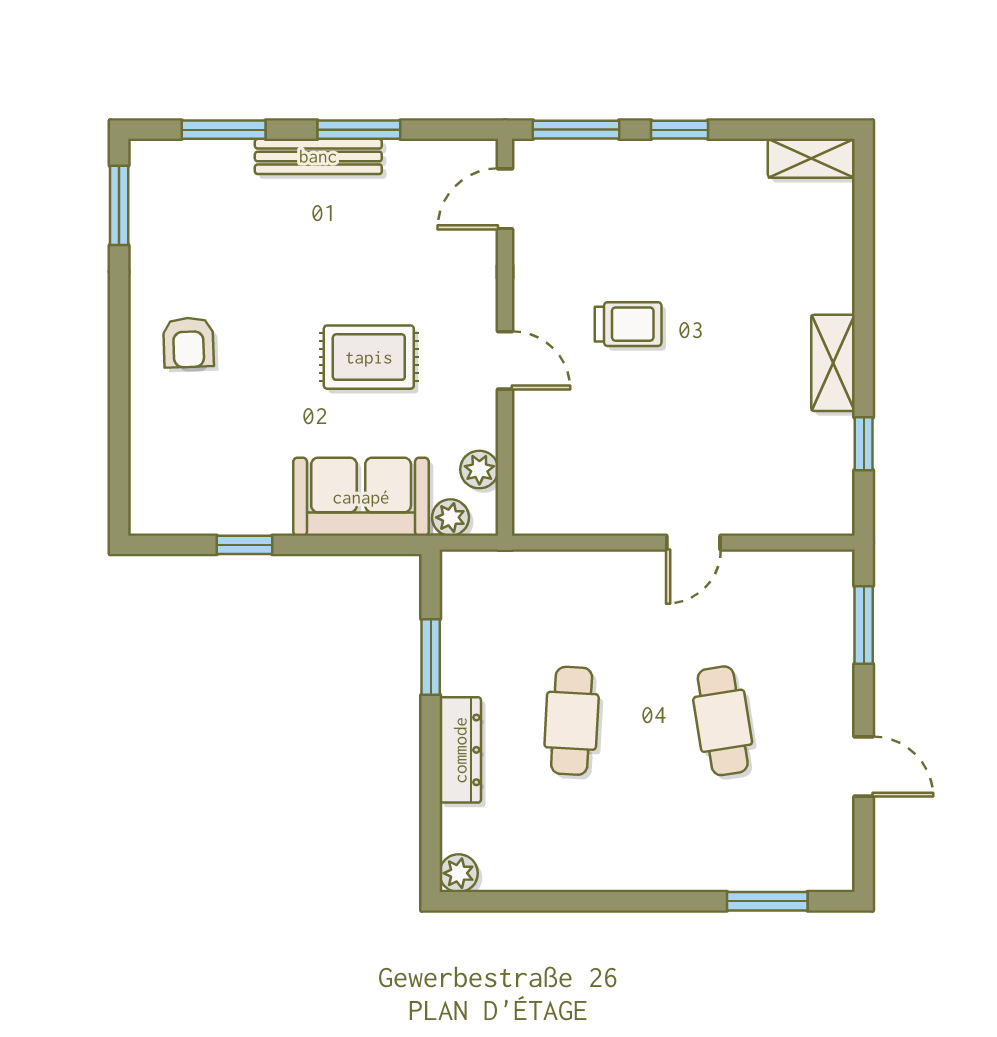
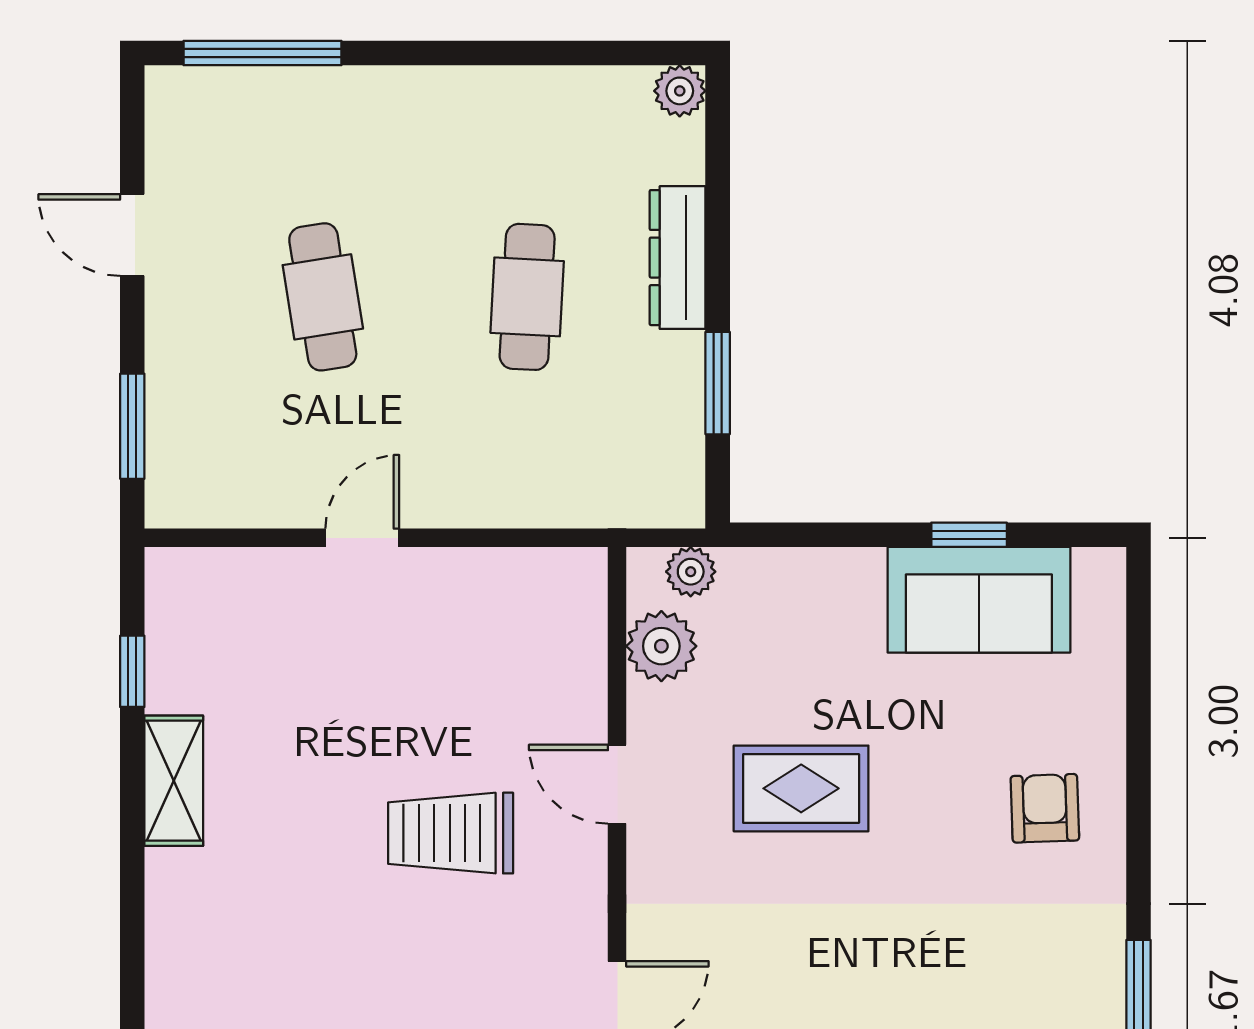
trolley: (628, 324) -> (451, 833), width x1.36, depth x1.39
plant: (479, 470) -> (661, 646), width x1.38, depth x1.38
sofa: (361, 497) -> (979, 600), moved
window: (767, 901) -> (263, 53), width x1.44

